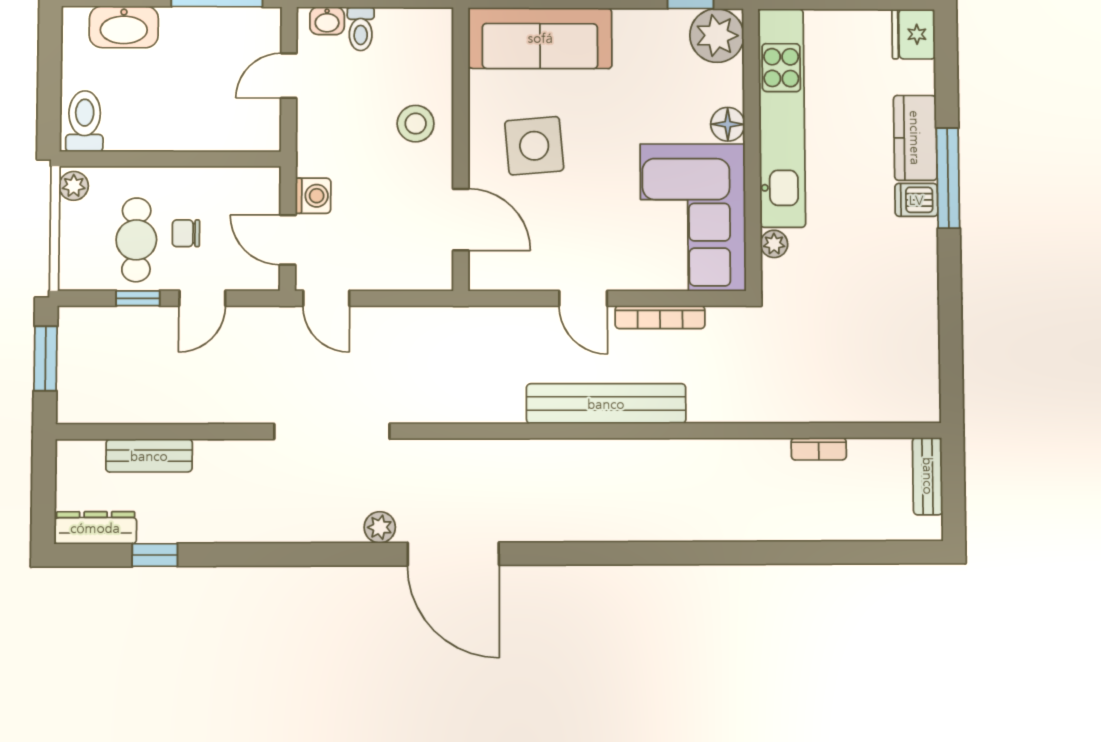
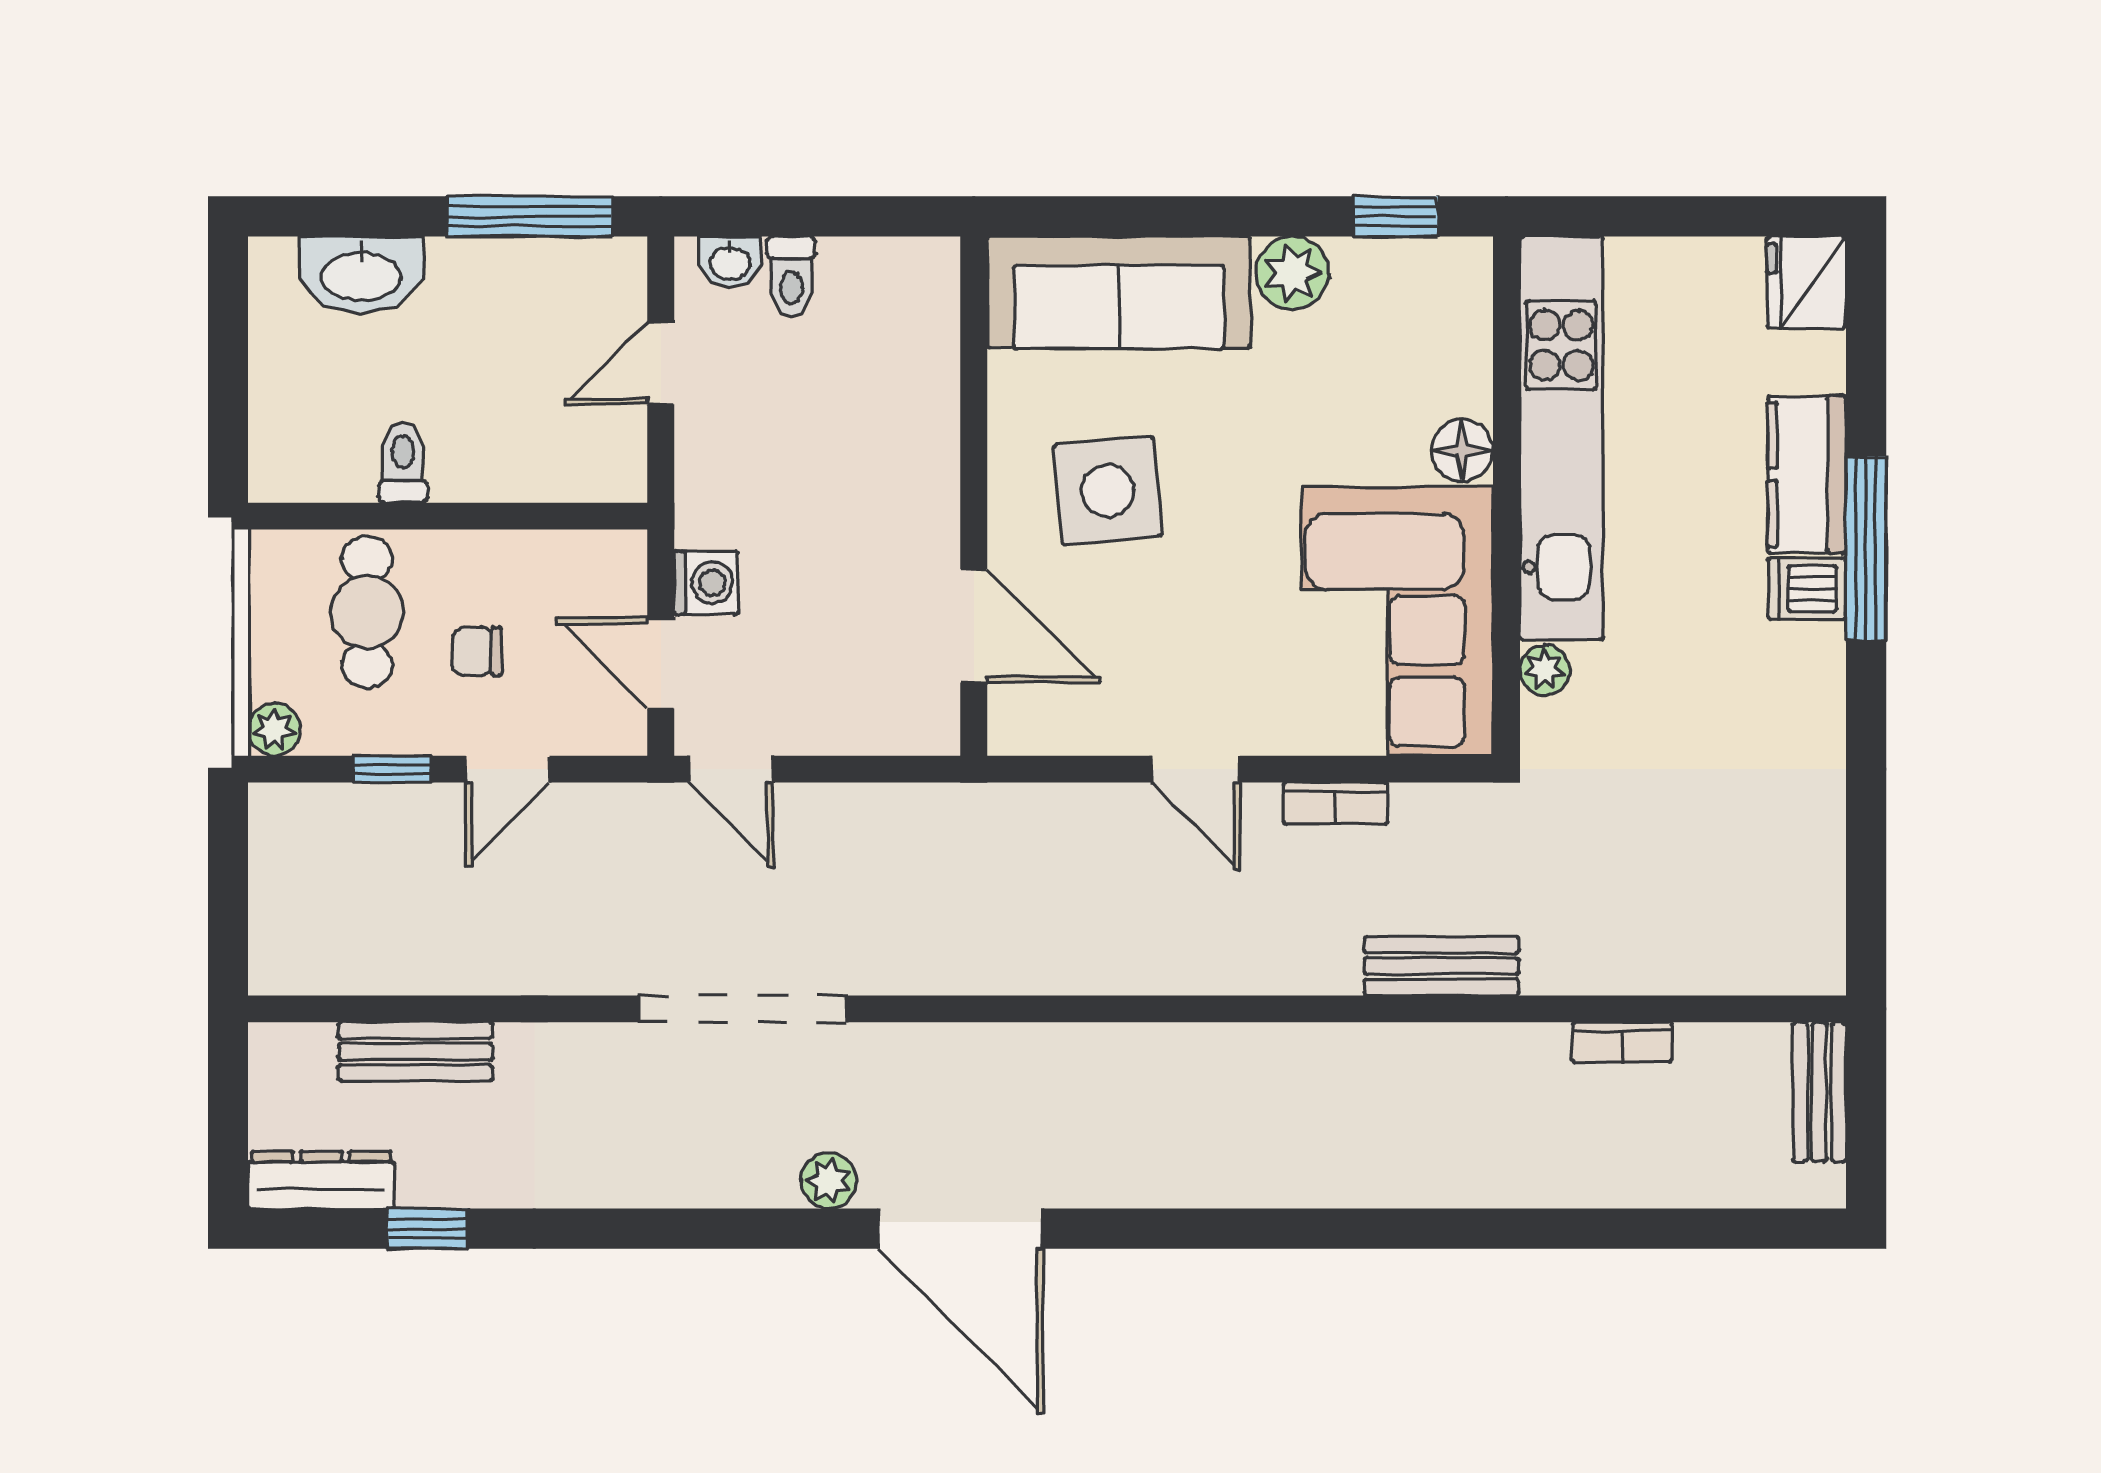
plant: (717, 36) -> (1292, 273), moved, width x0.73, depth x0.73
toilet: (85, 121) -> (403, 463), moved, width x0.73, depth x0.72
stool: (416, 124) -> (892, 450), removed
plant: (74, 186) -> (274, 730), moved
cafe table: (136, 240) -> (367, 612), moved
bookcase: (660, 317) -> (1335, 803), width x0.64
window: (45, 358) -> (228, 877), removed
bench: (606, 404) -> (1441, 966), moved, width x0.54, depth x0.82

